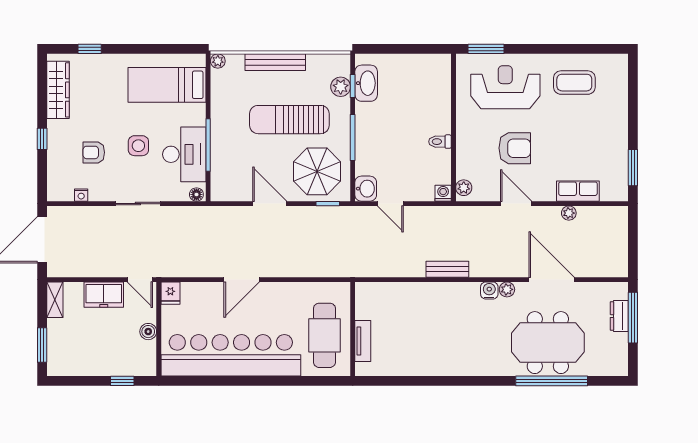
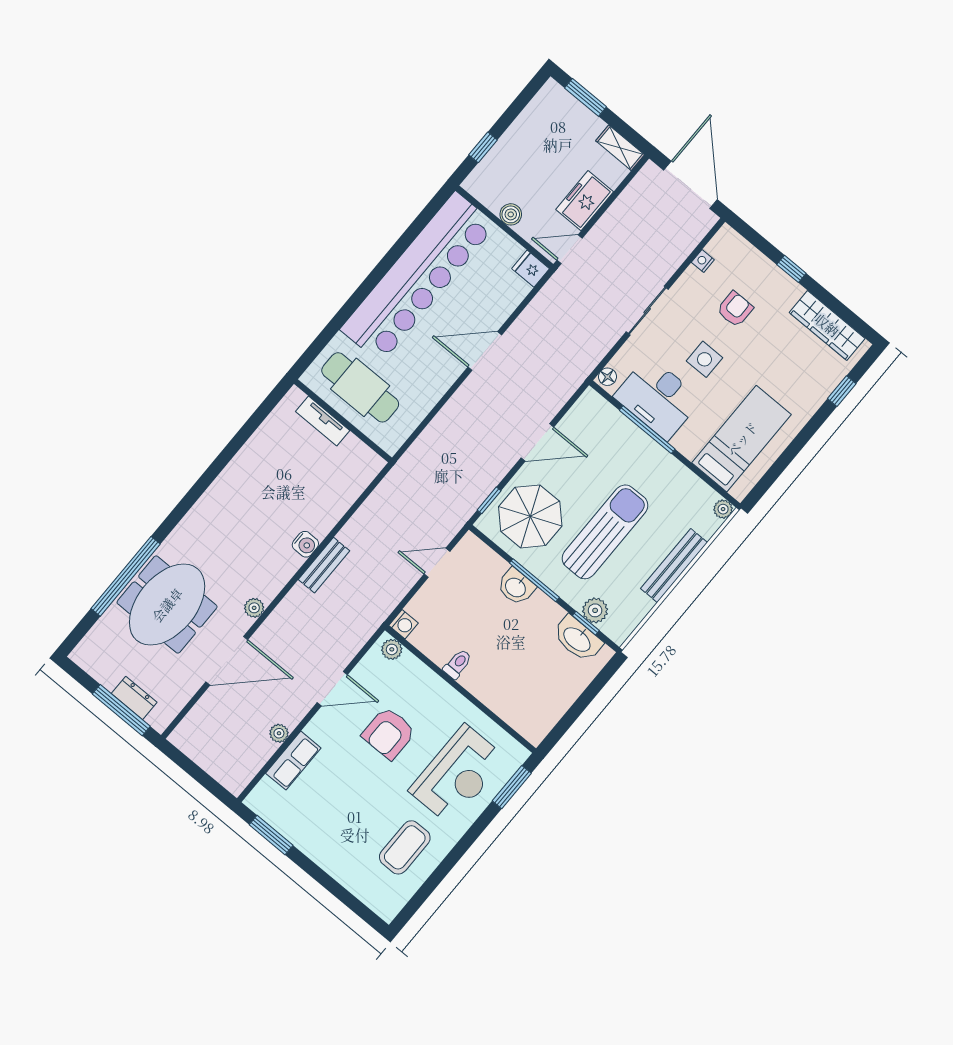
washbasin: (366, 189) -> (516, 587), moved
door: (242, 280) -> (485, 351), hinge flipped
water cooler: (489, 290) -> (305, 544), moved

